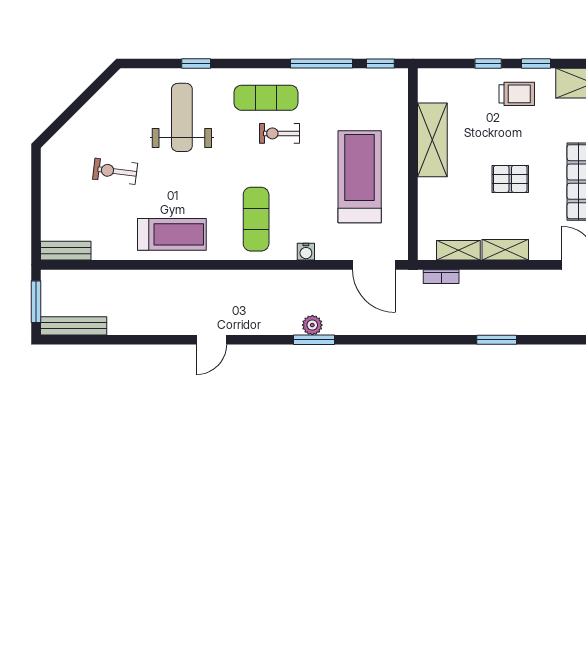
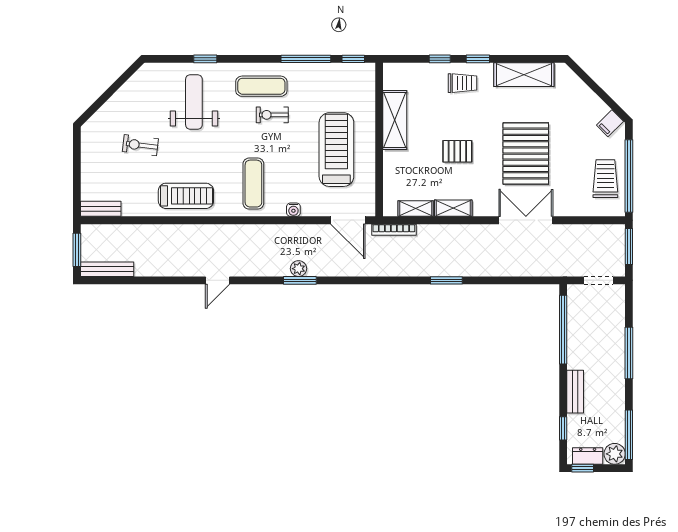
bookcase: (441, 277) -> (394, 230), width x1.56

